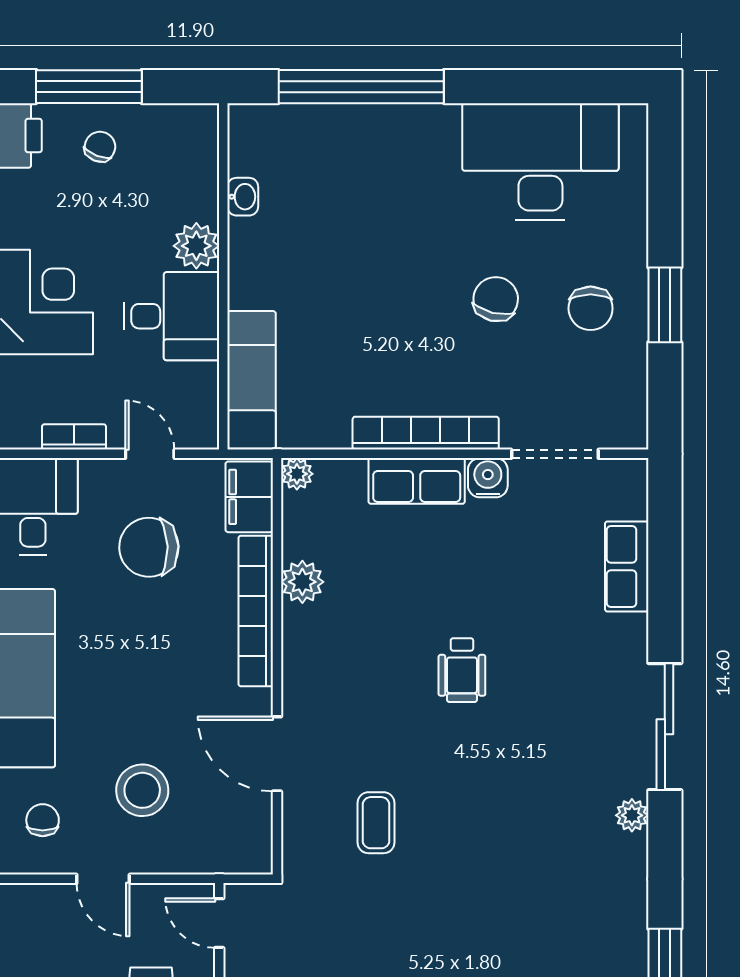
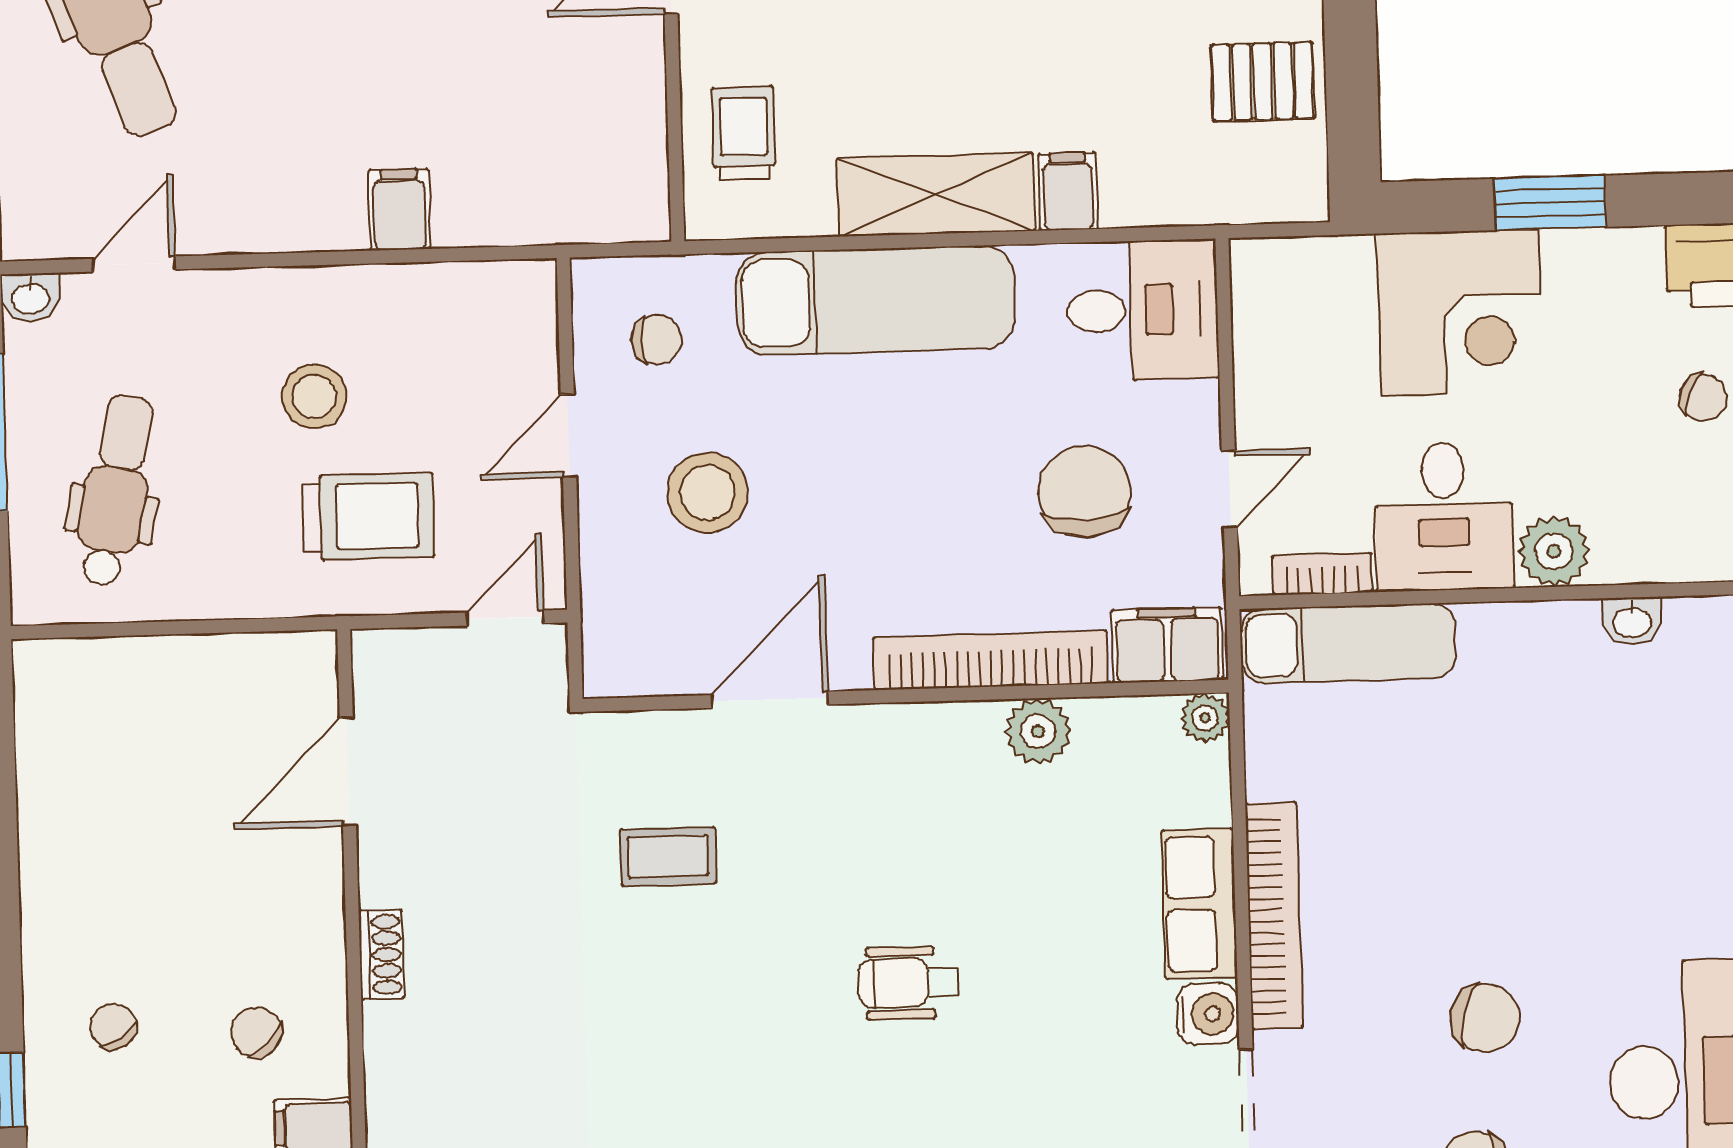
bookcase: (74, 437) -> (1322, 574), moved, turned -90

